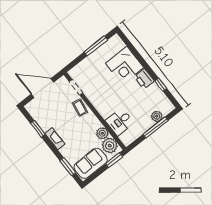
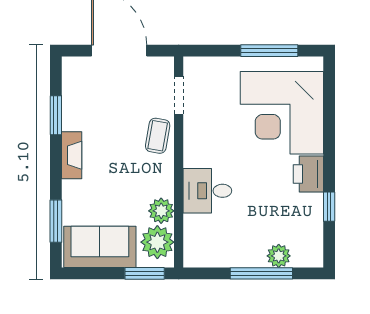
corner desk: (125, 65) -> (282, 113), width x1.36, depth x1.36
desk: (120, 122) -> (207, 191), moved

